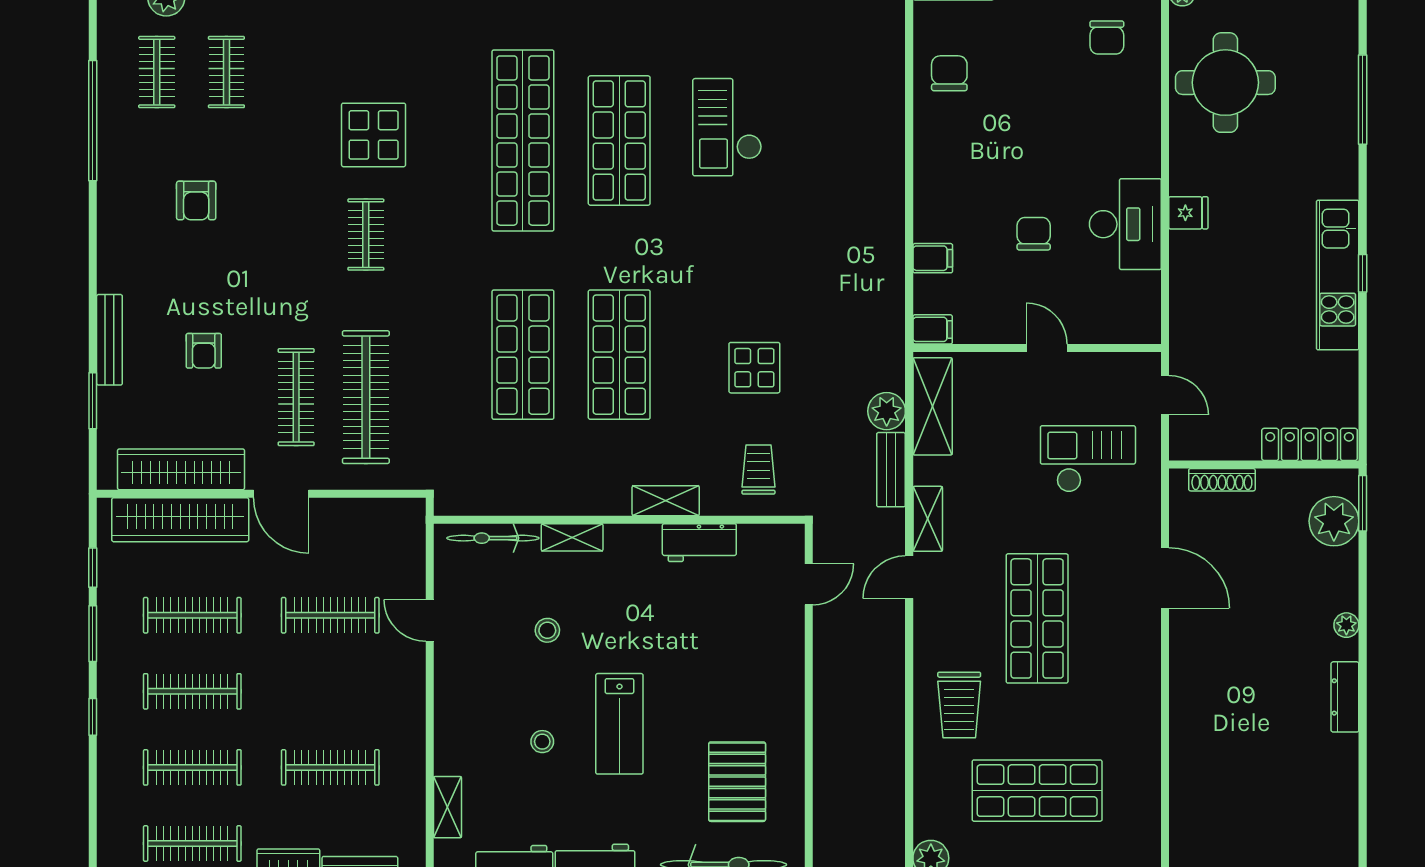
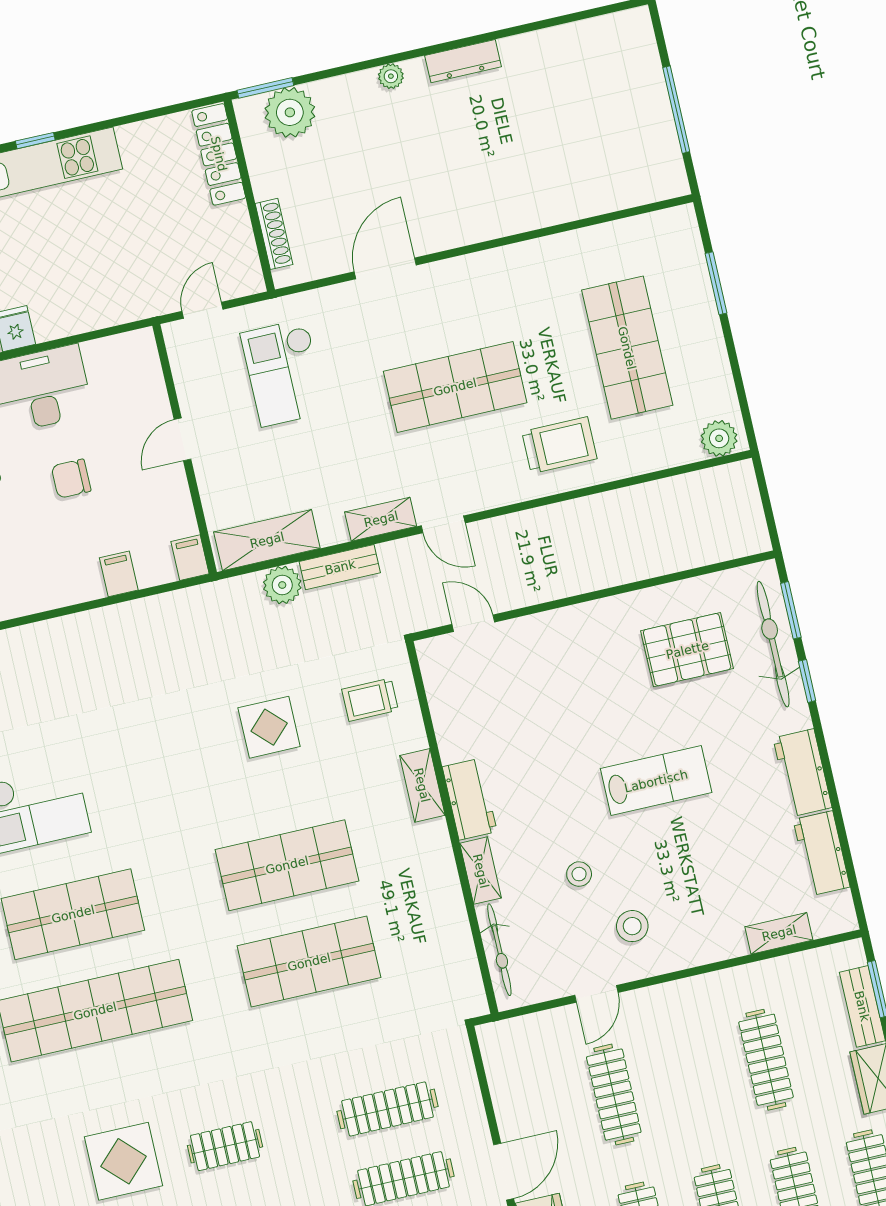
clothes rail: (366, 397) -> (387, 1109), width x0.73, depth x0.76
workbench: (699, 543) -> (470, 799), moved
stool: (542, 742) -> (632, 926), moved, width x1.37, depth x1.37

